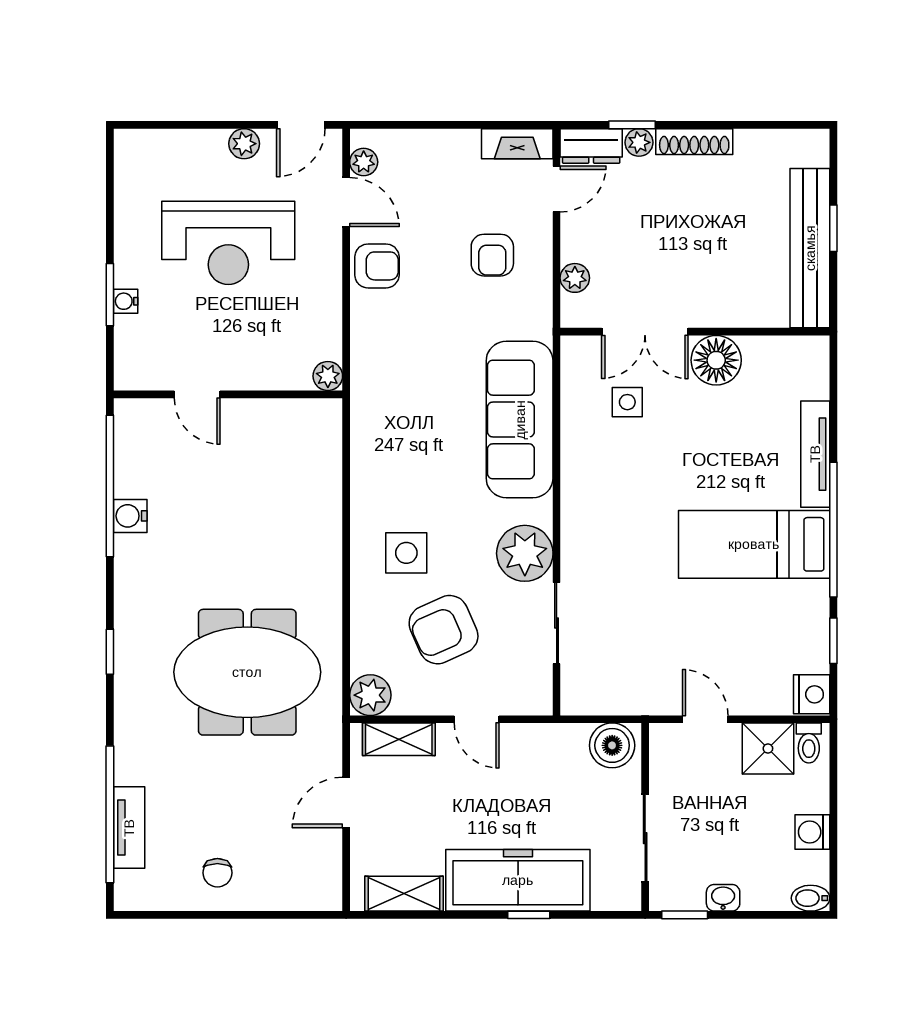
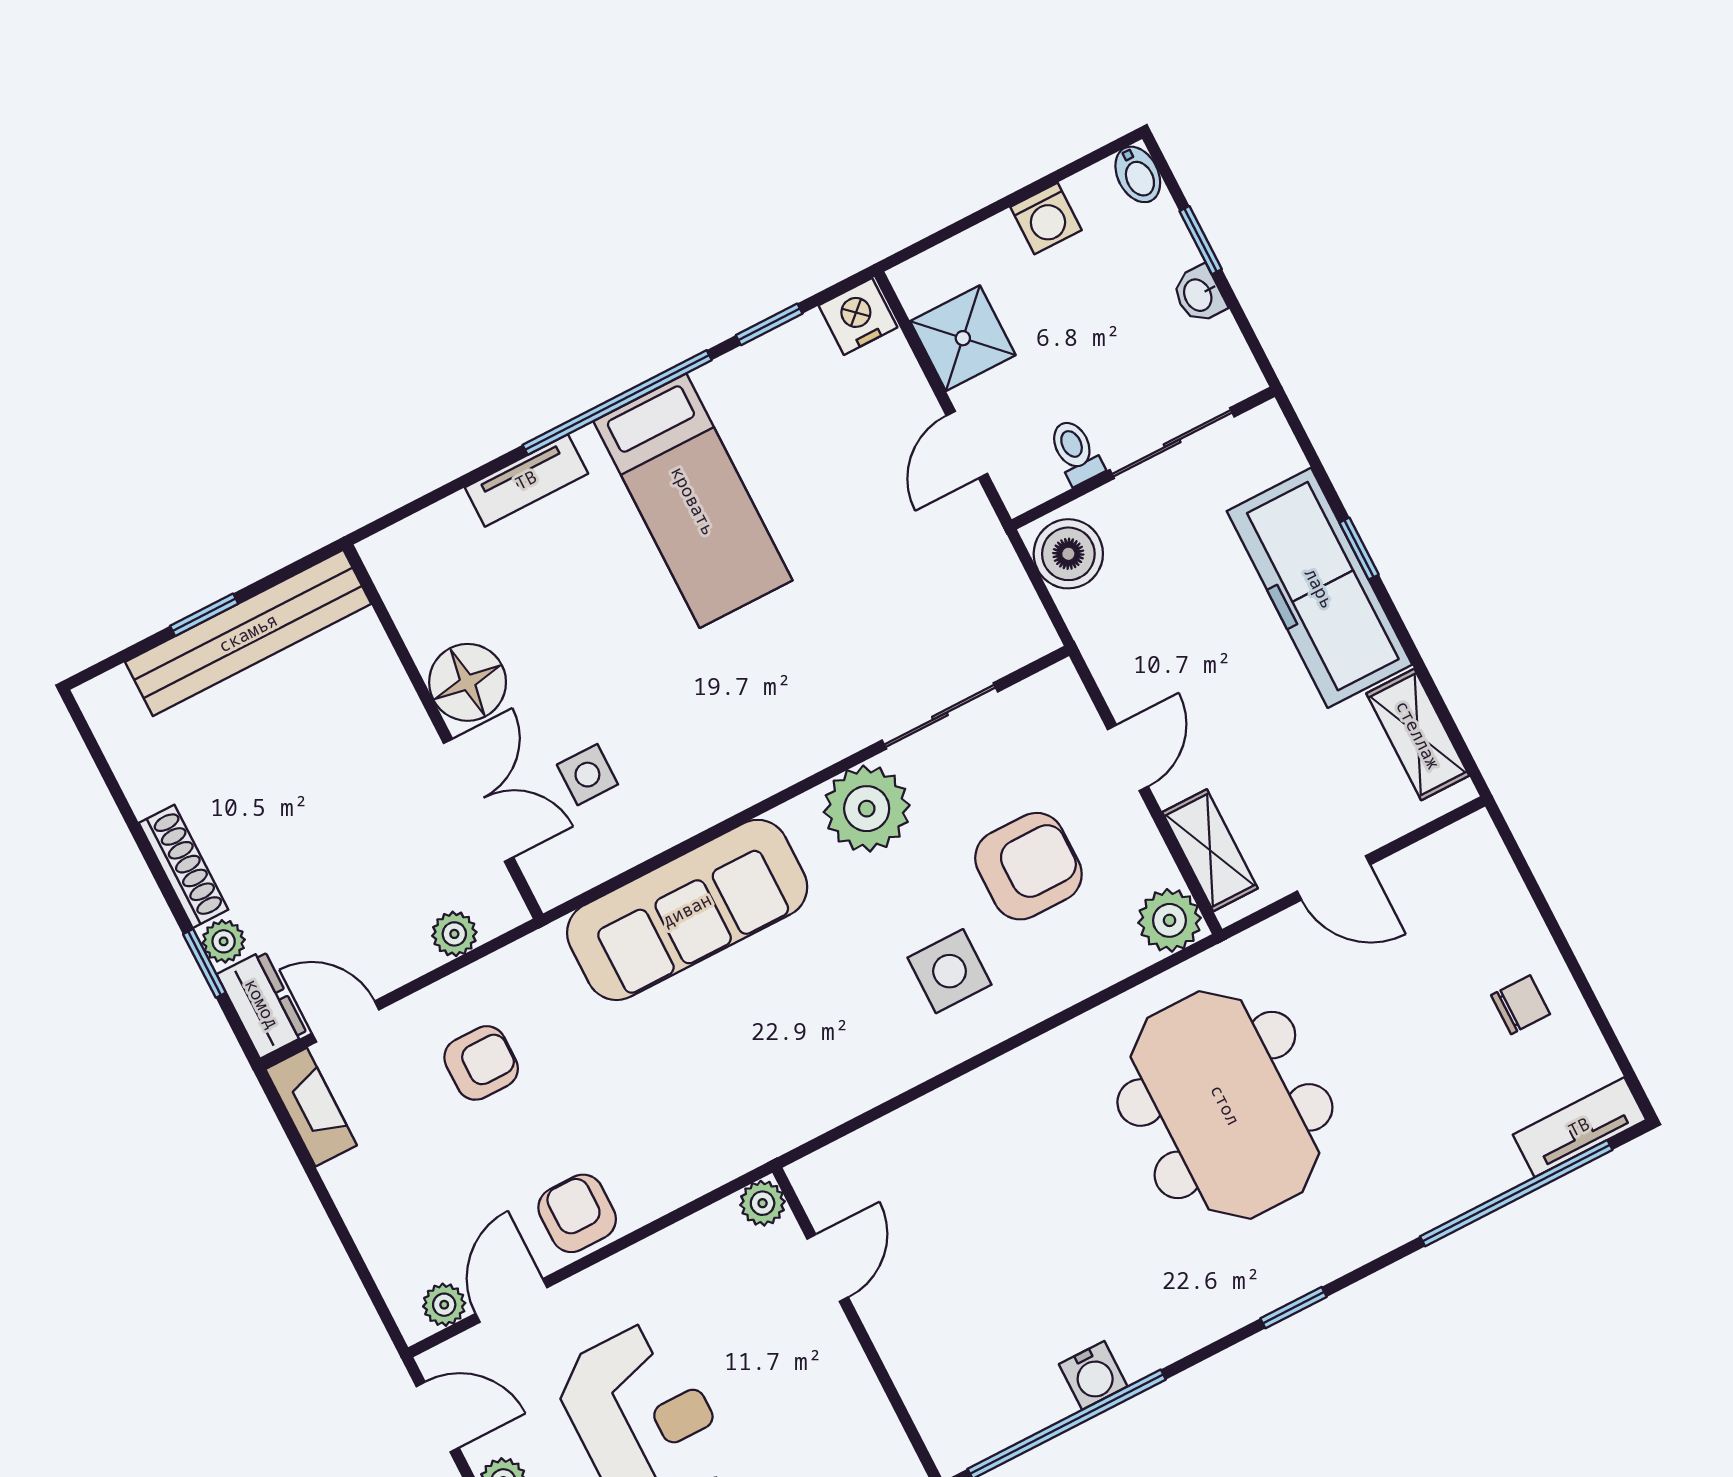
door: (197, 394) -> (828, 1268), moved
tv unit: (815, 454) -> (526, 480), width x0.71
armchair: (444, 630) -> (1028, 866), turned -66
toilet: (809, 743) -> (1075, 452), moved, turned -90
tv unit: (129, 828) -> (1579, 1127), moved
window: (685, 915) -> (1201, 240), moved

